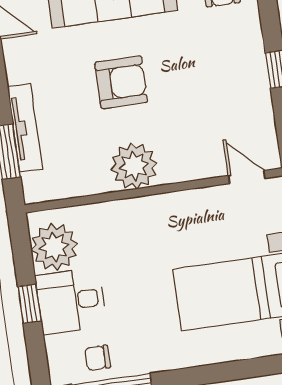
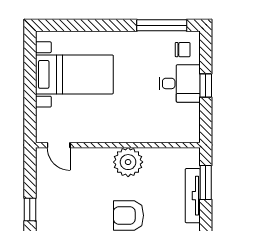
plant: (54, 247) -> (185, 119), removed
chair: (98, 358) -> (183, 50), moved

